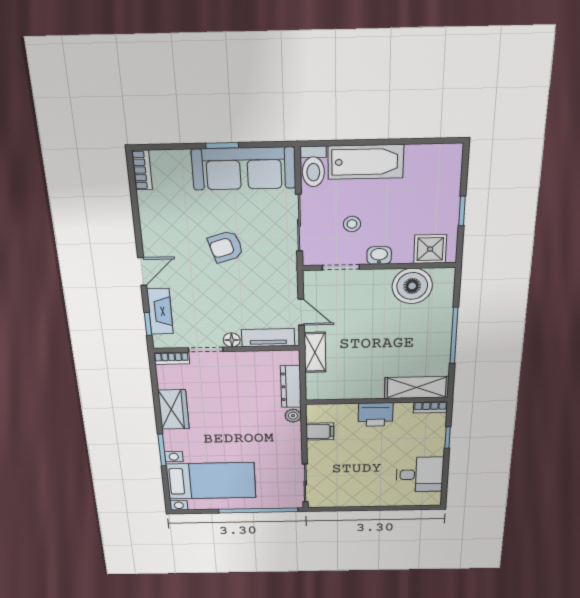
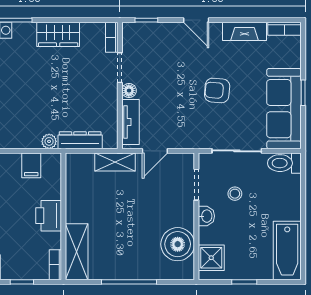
bathtub: (366, 162) -> (287, 251), moved
armchair: (226, 247) -> (217, 90), turned -68
fireplace: (160, 311) -> (245, 31), moved

